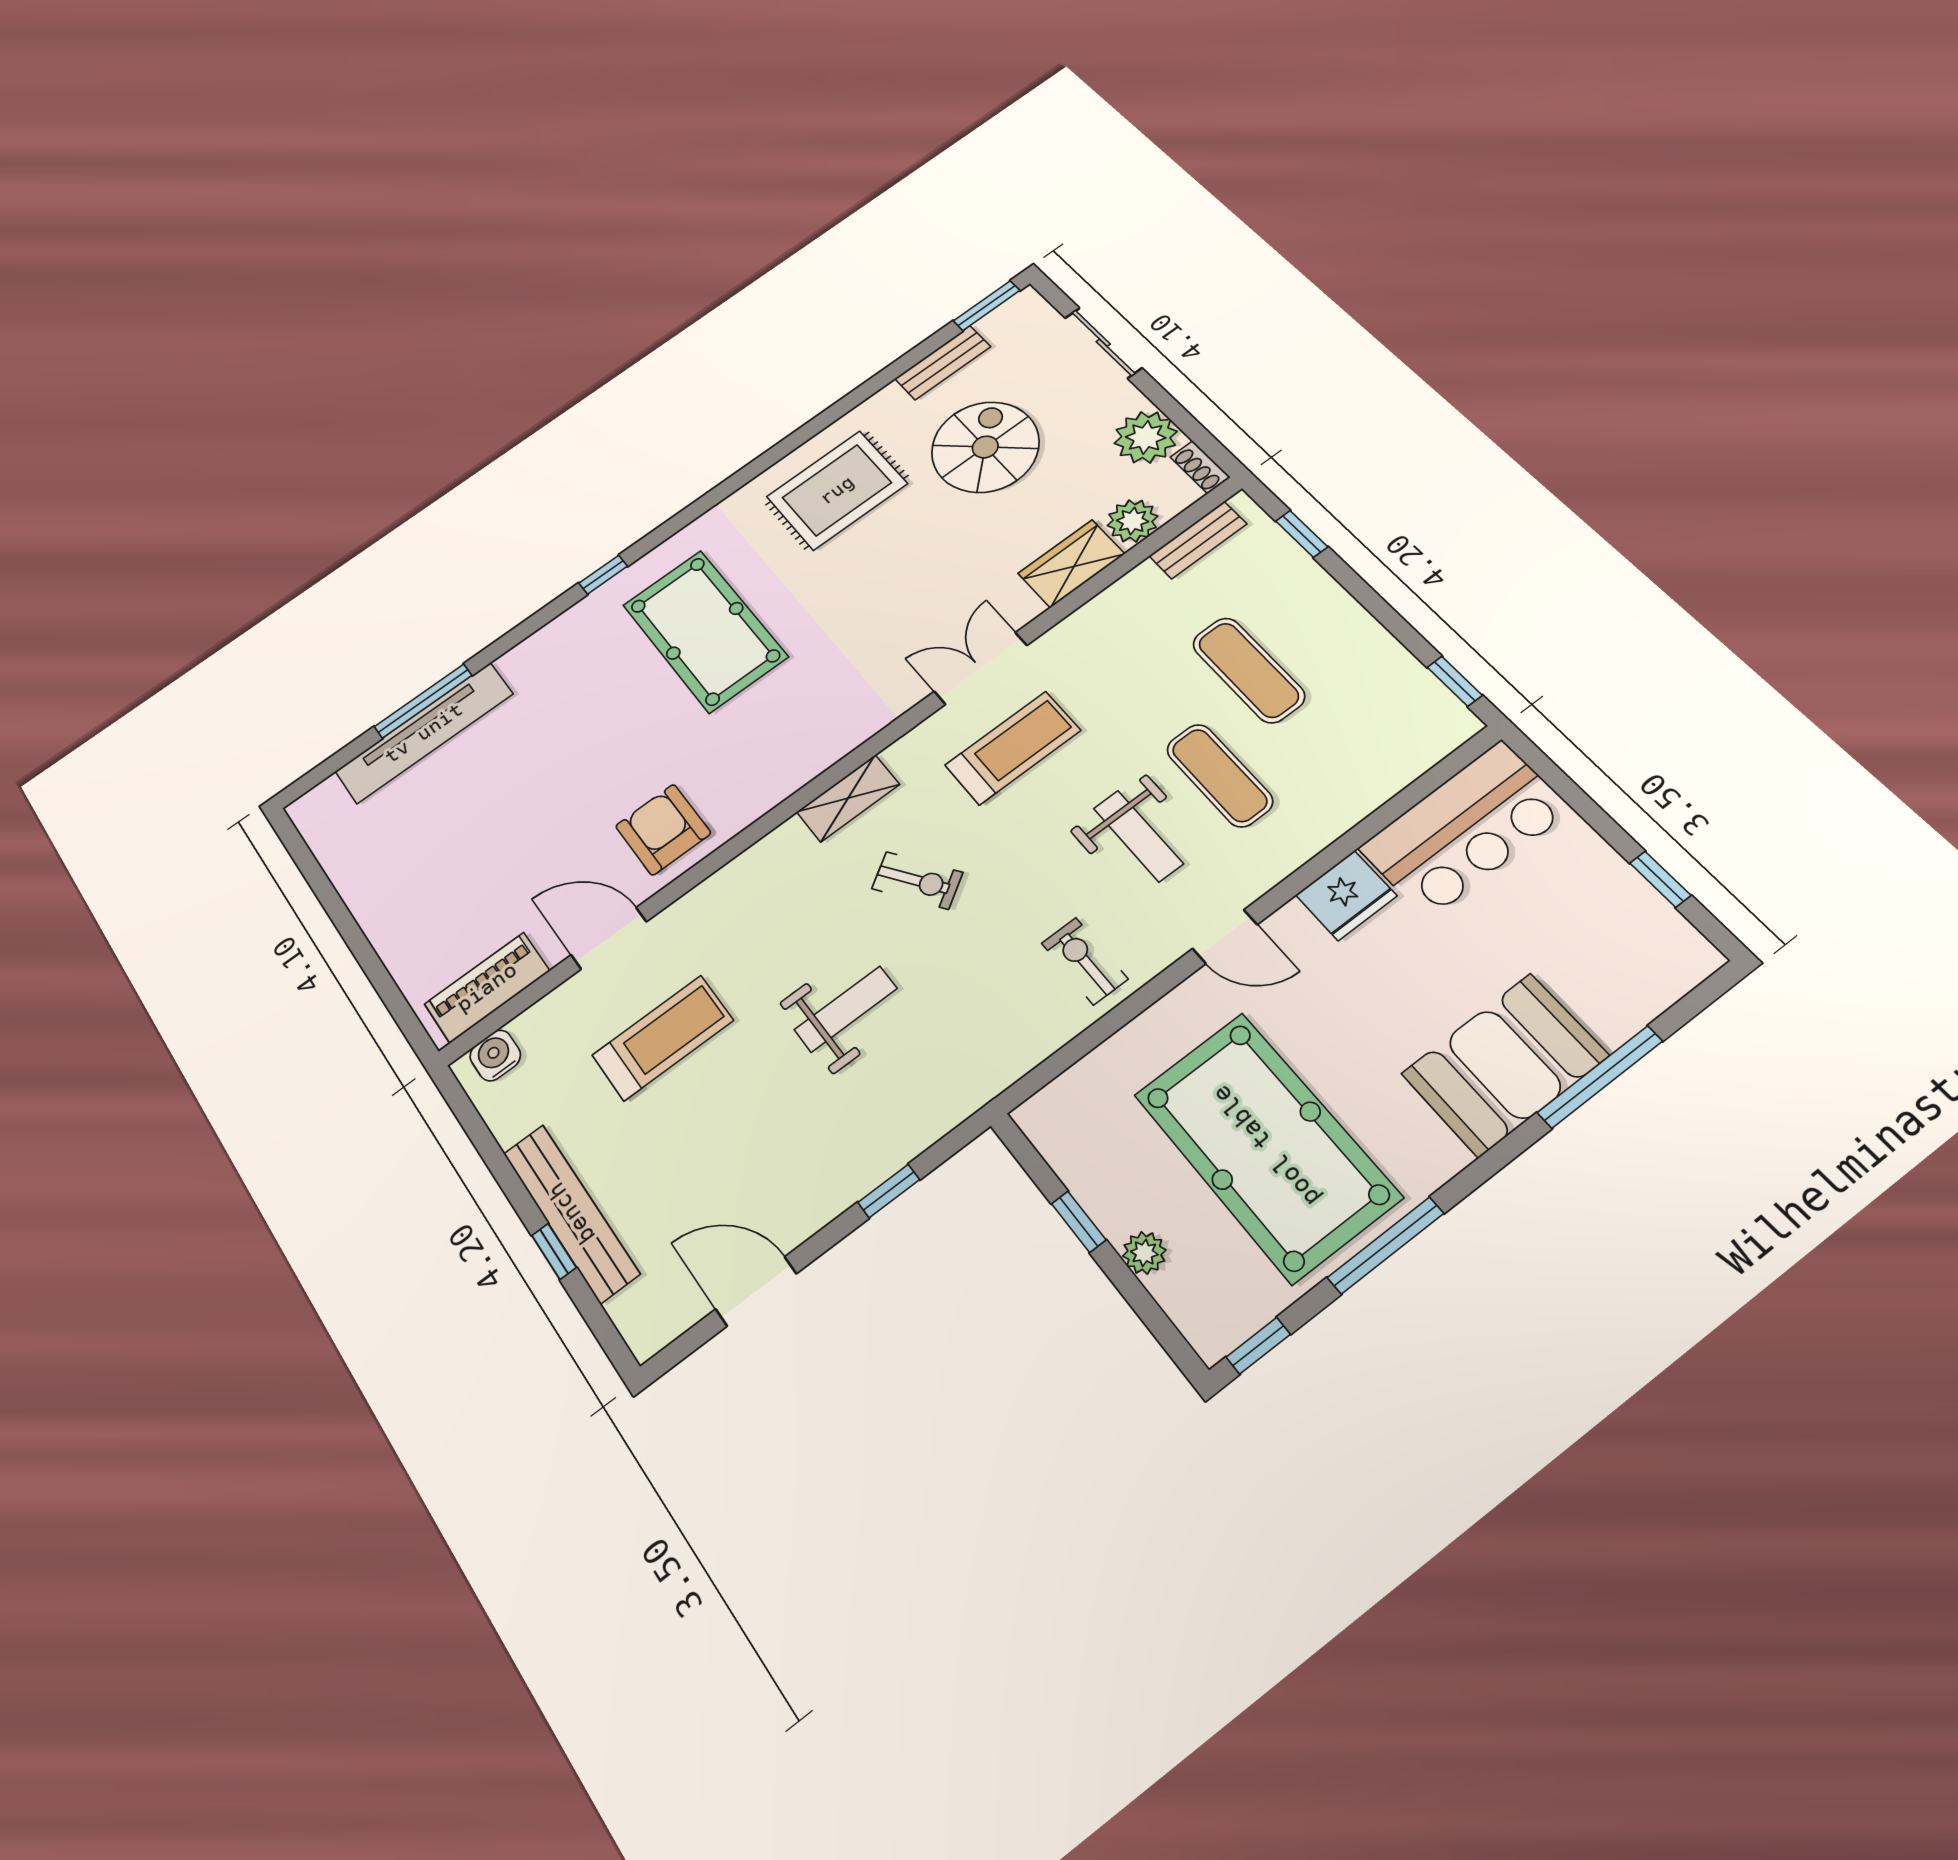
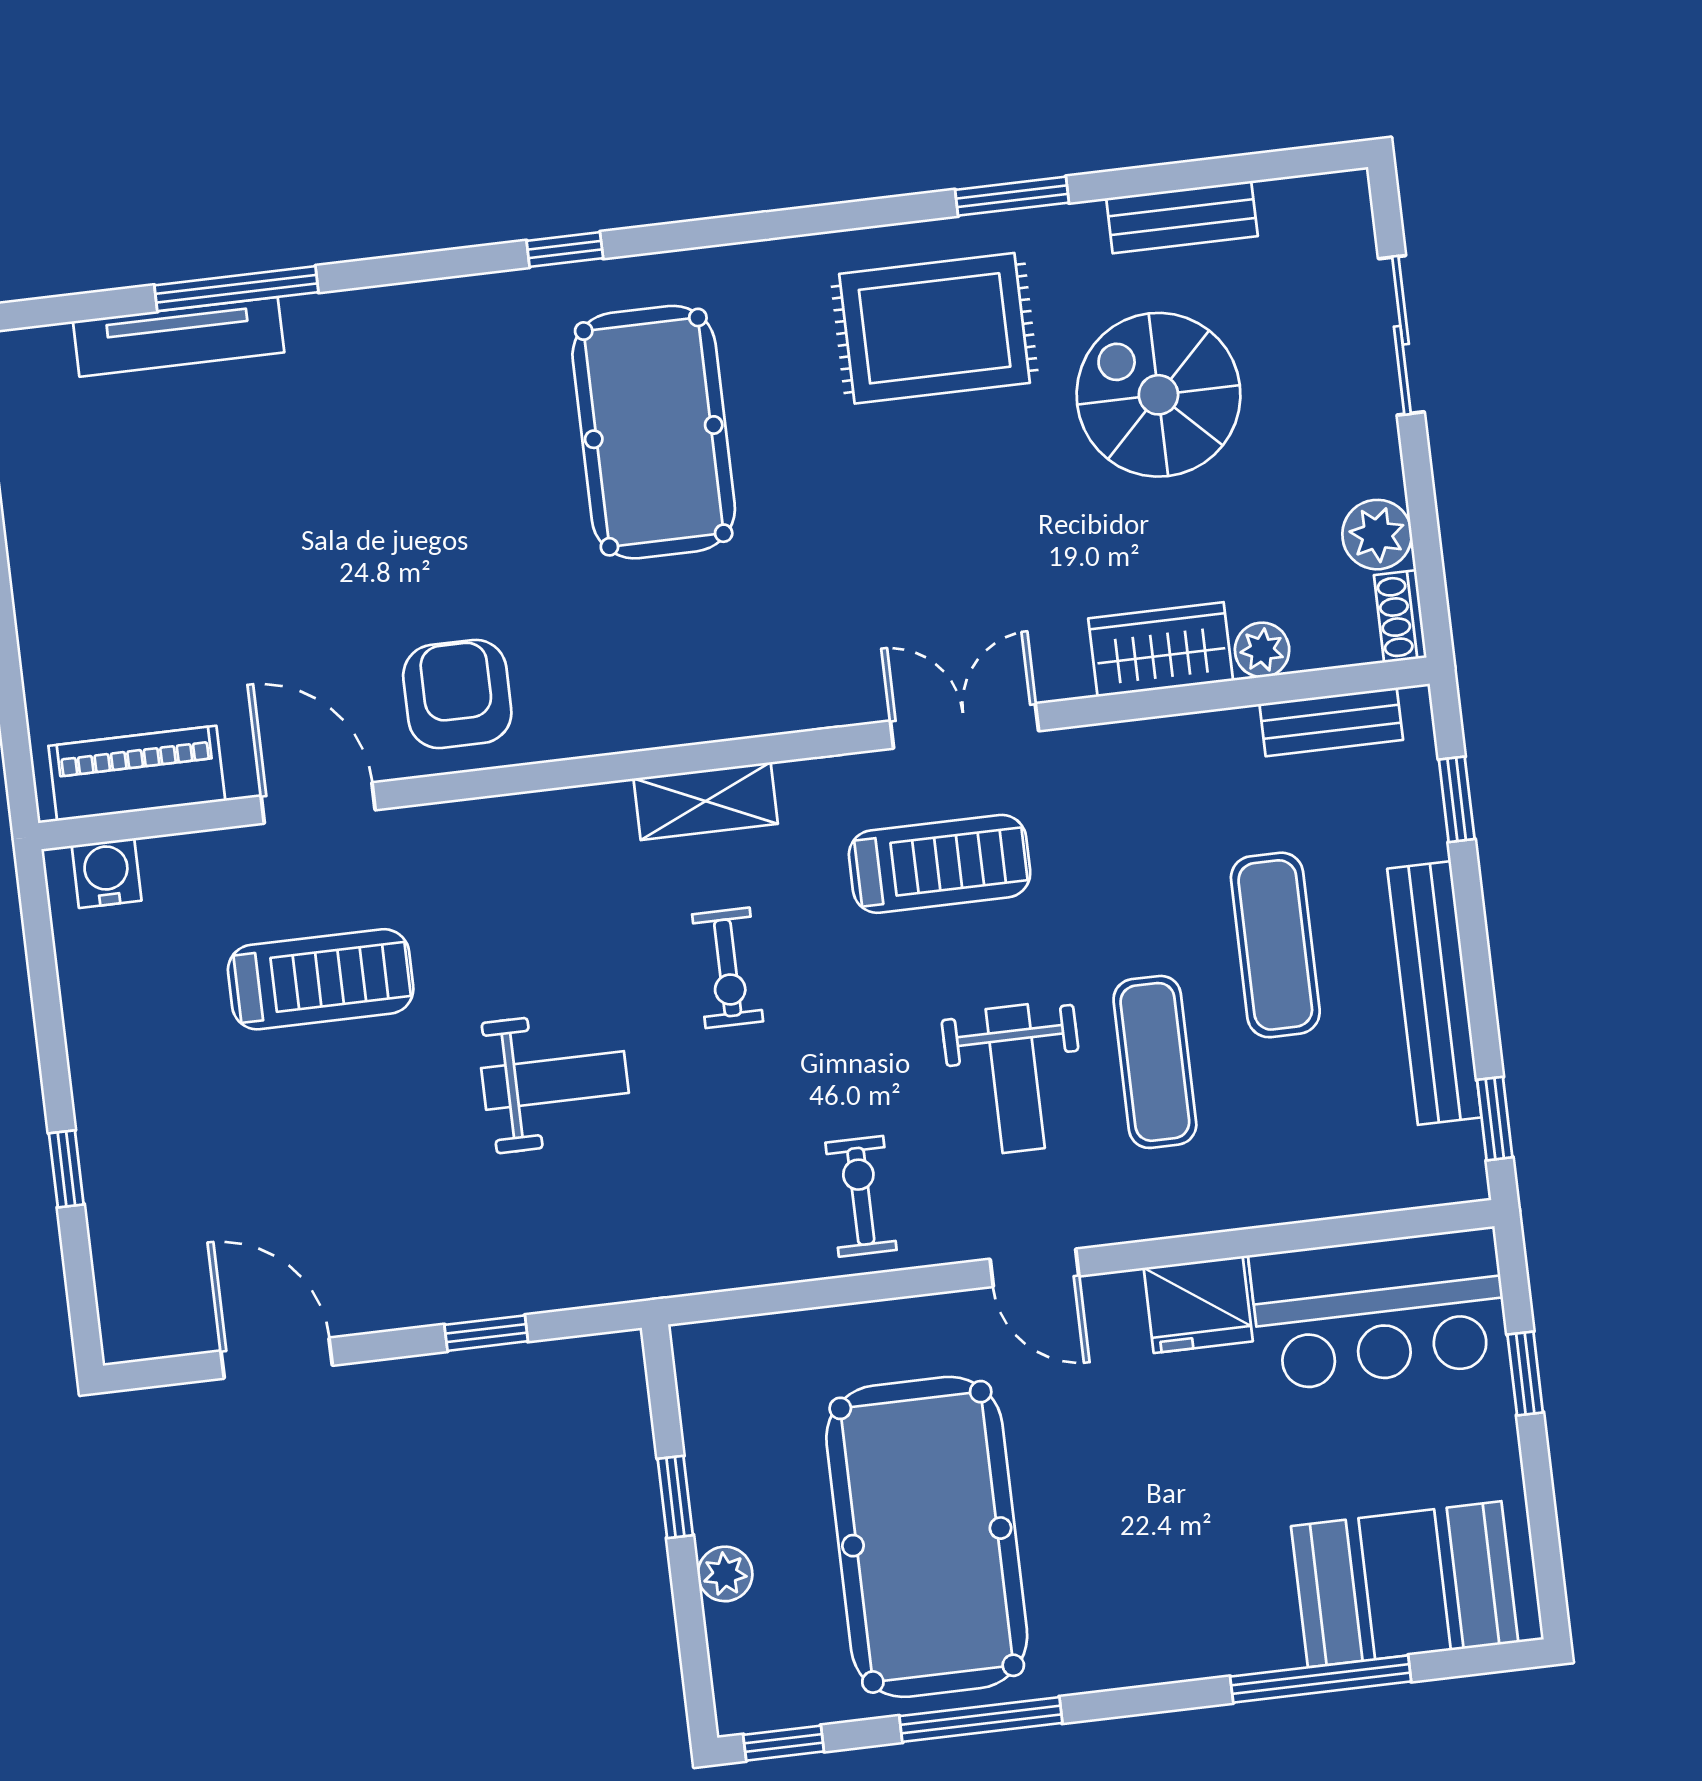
window: (987, 306) -> (1012, 196), moved
plant: (1146, 437) -> (1377, 535), width x0.73, depth x0.73
spiral stairs: (985, 447) -> (1158, 395), turned -90
plant: (1133, 521) -> (1262, 650), width x0.73, depth x0.73
tv unit: (424, 733) -> (179, 337), width x0.73, depth x0.78
window: (1660, 879) -> (1525, 1373), moved
exercise bike: (917, 881) -> (728, 968), turned 34
booth: (1505, 1065) -> (1405, 1584), moved
bench: (571, 1213) -> (1434, 993), moved

